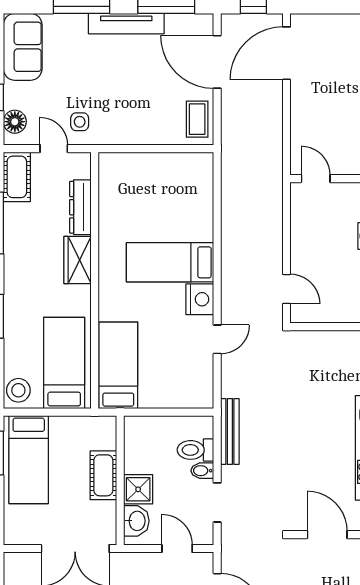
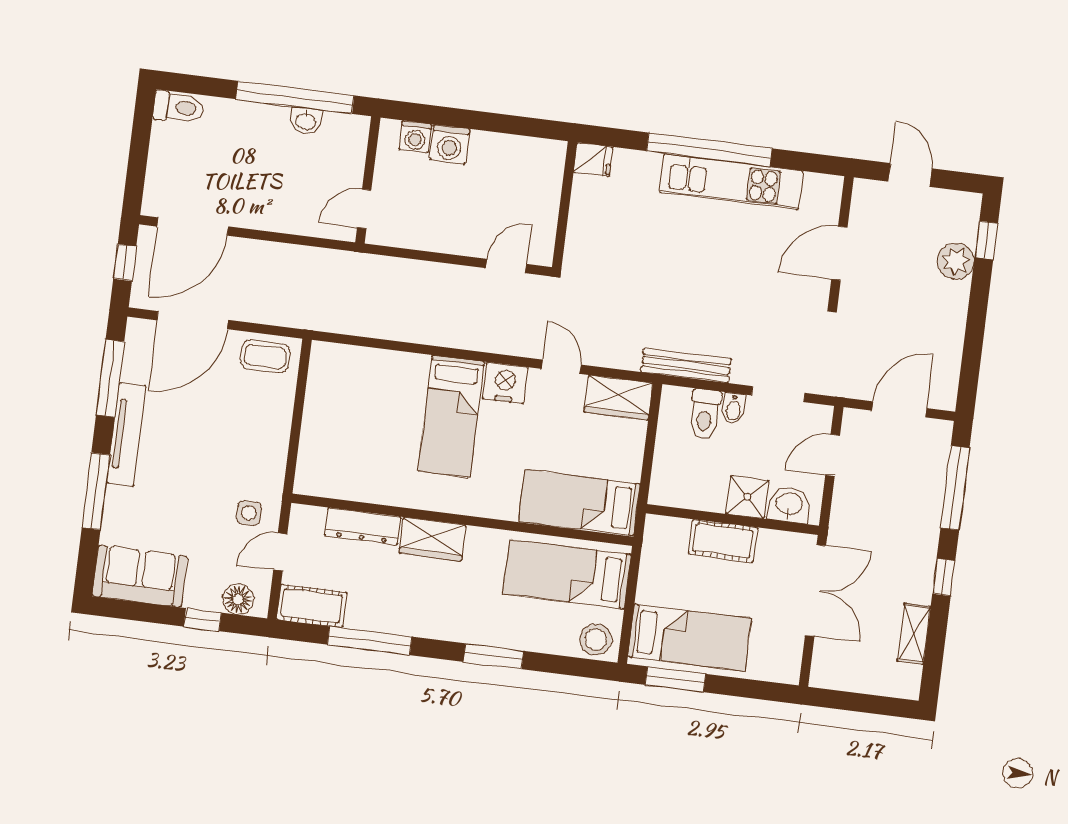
door: (286, 53) -> (193, 226), hinge flipped
wardrobe: (200, 384) -> (618, 398), added

